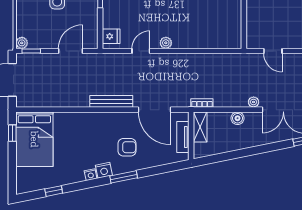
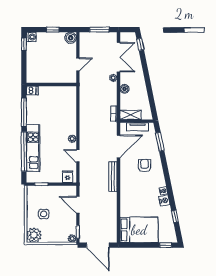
window: (12, 133) -> (166, 245), moved
nightstand: (104, 170) -> (164, 201), moved
window: (124, 177) -> (160, 142), moved

